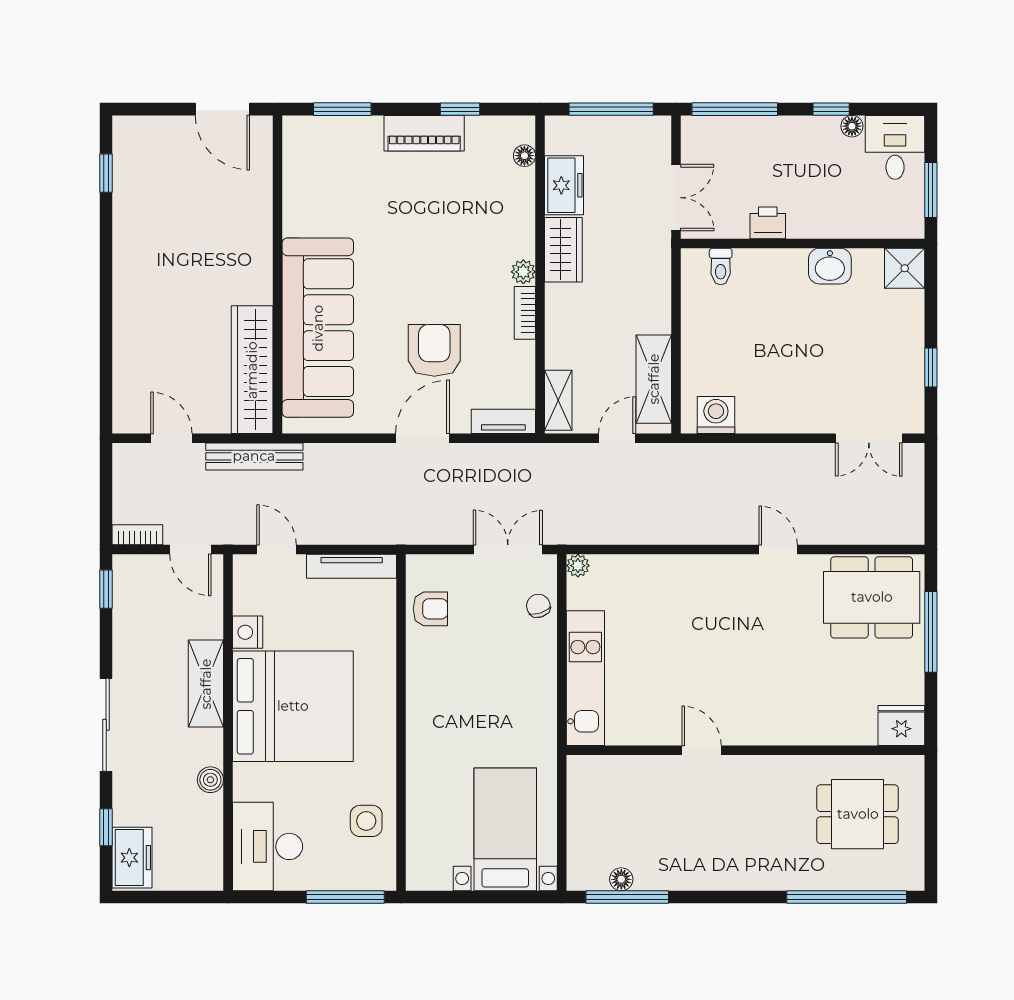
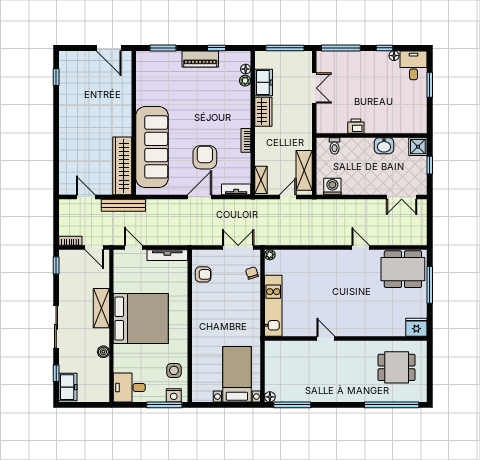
printer: (768, 223) -> (356, 126), moved
wall: (803, 244) -> (372, 135), moved
washbasin: (830, 266) -> (384, 146), moved
toilet: (721, 267) -> (335, 146), moved
shower: (905, 268) -> (418, 147), moved
plant: (523, 272) -> (245, 81), moved
nightstand: (248, 632) -> (174, 395), moved, turned -90
desk: (268, 846) -> (129, 387), width x0.73
floor lamp: (621, 879) -> (270, 397), moved

